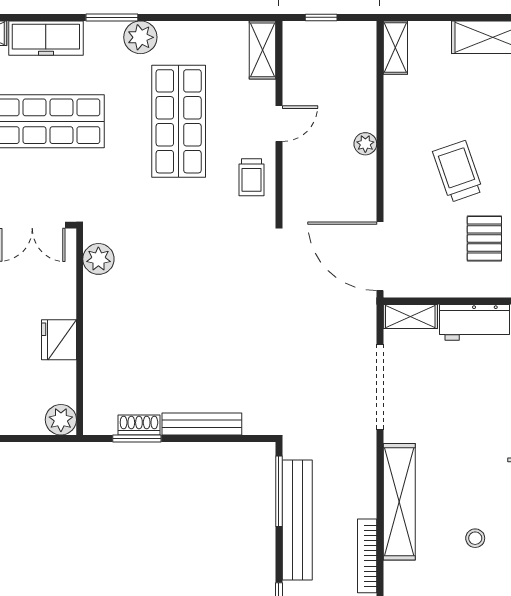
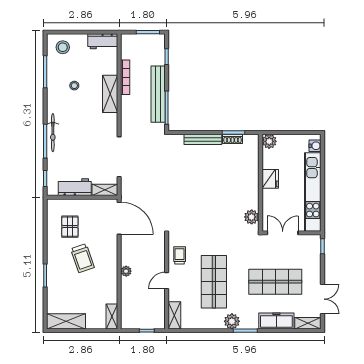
shelving: (399, 502) -> (110, 94), width x0.68

